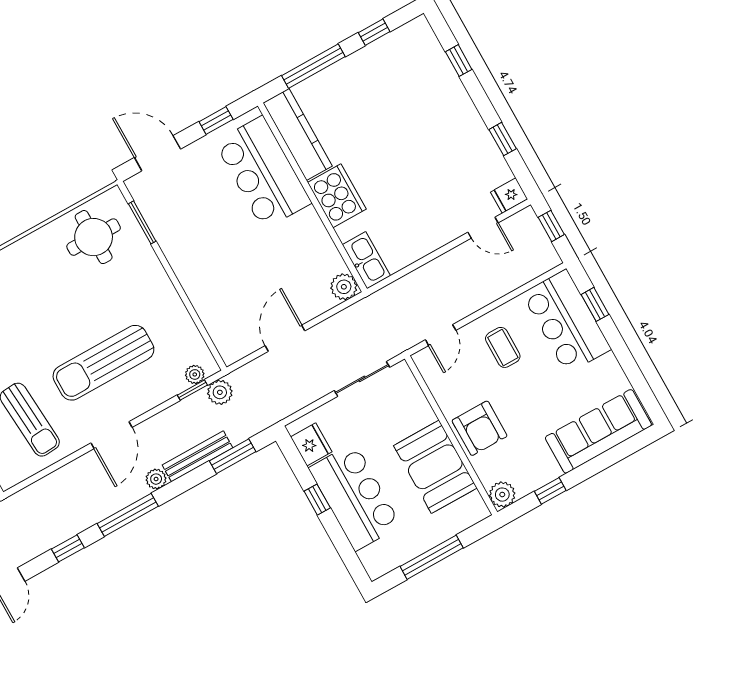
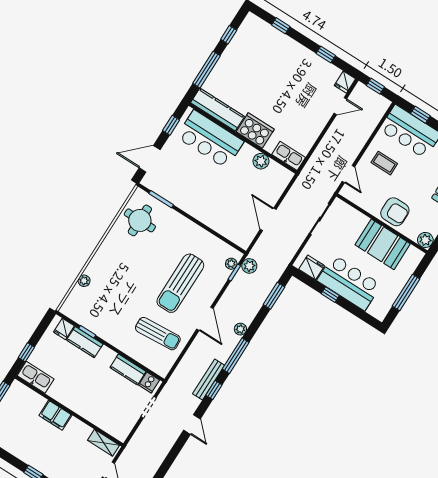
plant: (344, 287) -> (261, 161), moved
bench: (197, 456) -> (209, 379), moved

